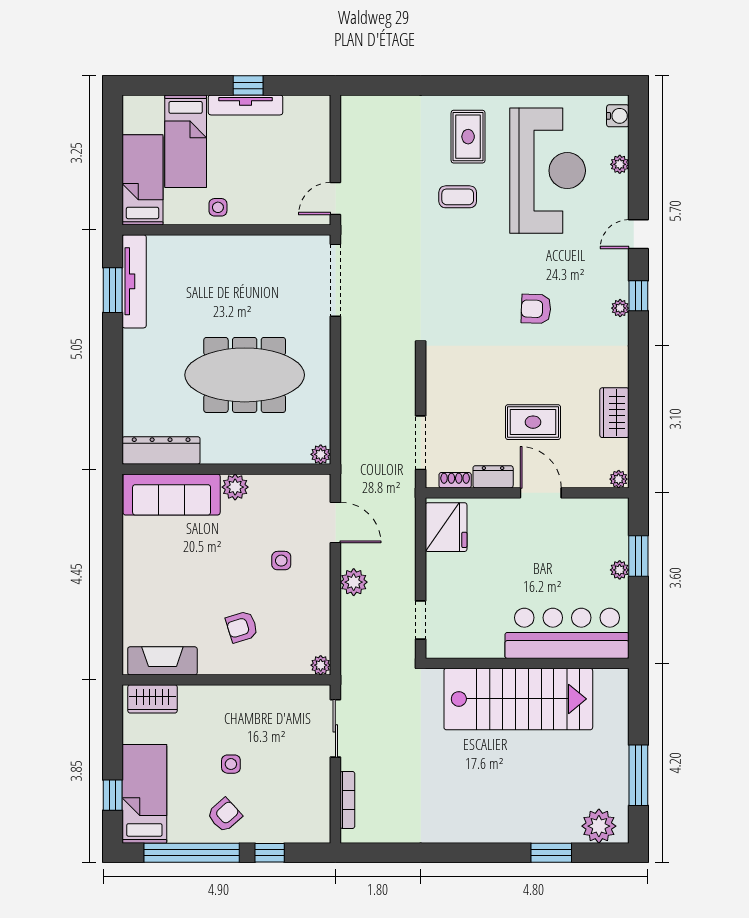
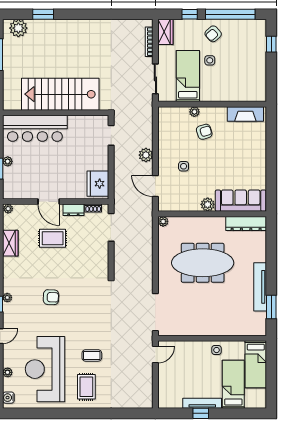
tv unit: (134, 281) -> (260, 287), moved
plant: (321, 665) -> (194, 112), moved
wardrobe: (153, 699) -> (165, 32), moved, turned 90
bed: (144, 794) -> (188, 76), moved, turned 180

